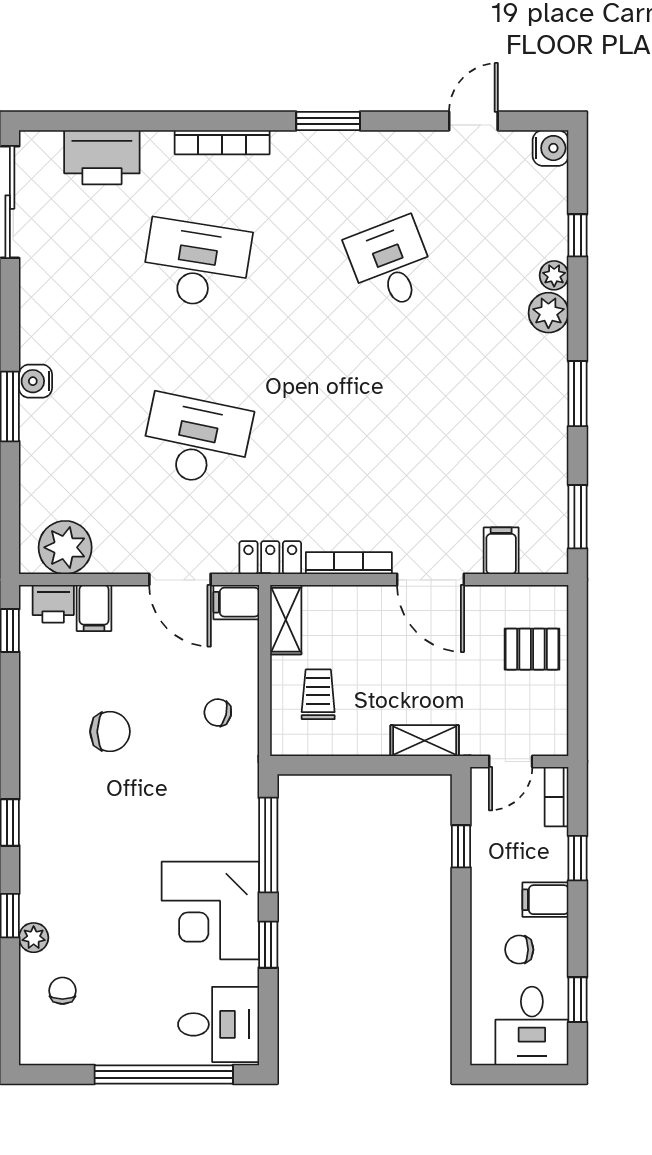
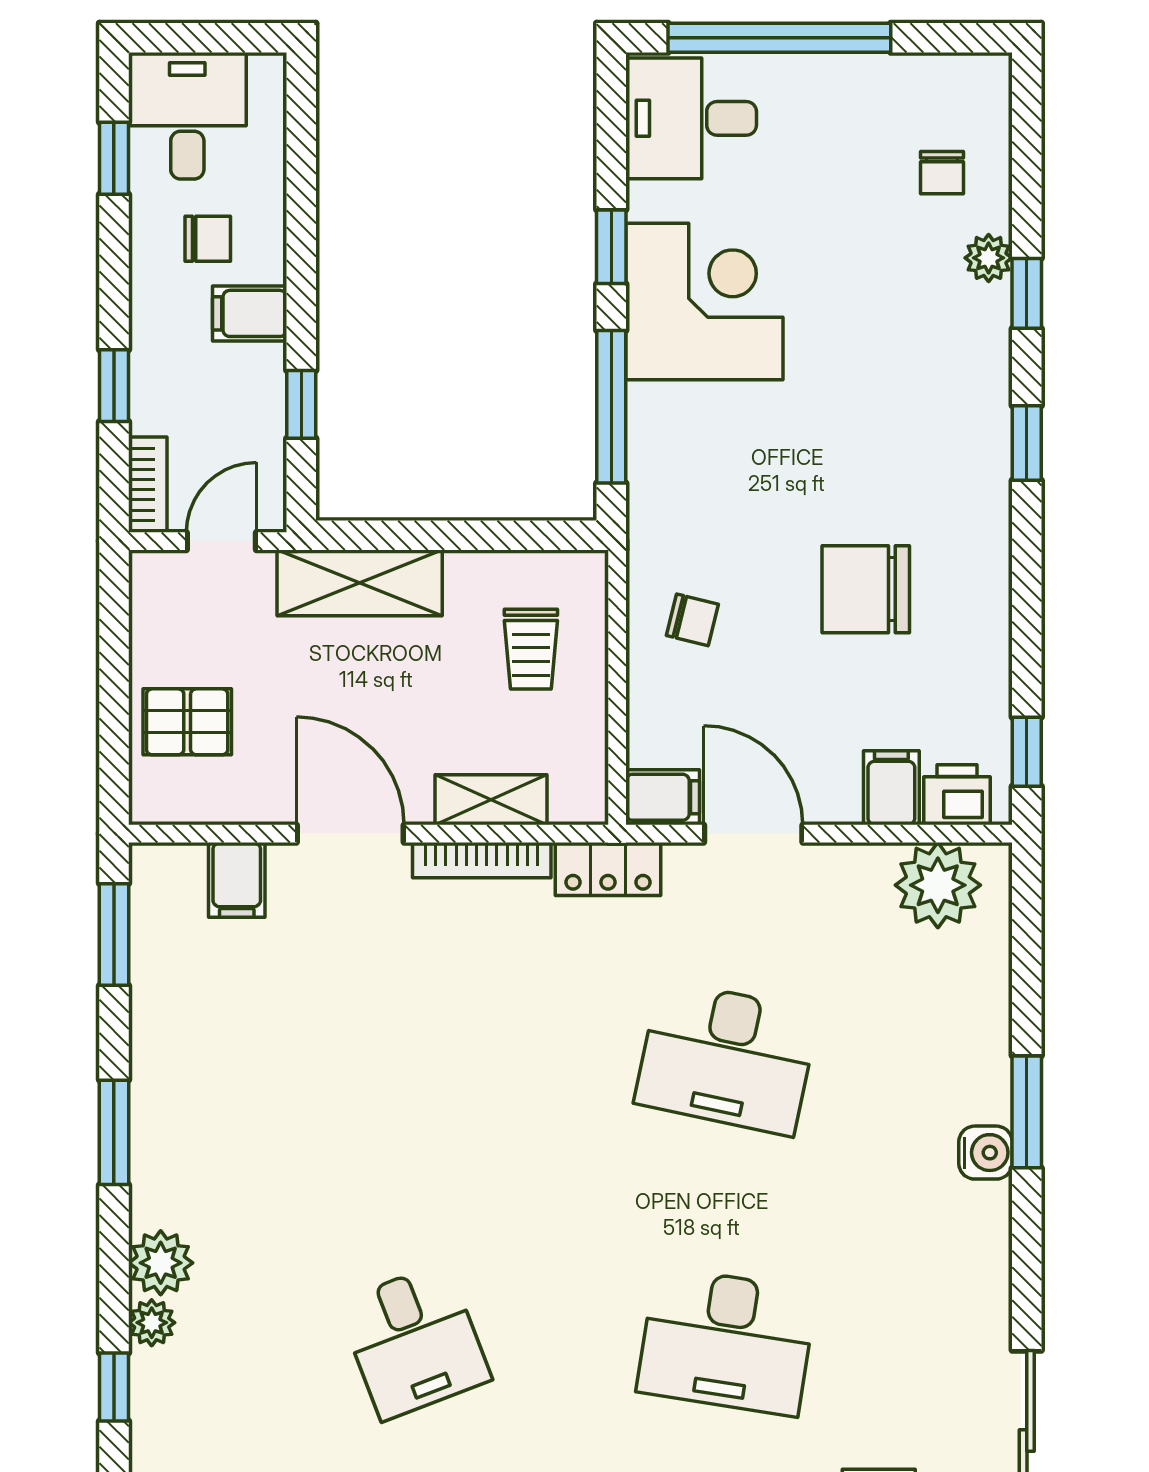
shelving: (286, 620) -> (491, 800), moved, turned 90
chair: (110, 732) -> (866, 589), width x1.37, depth x1.37
shelving: (425, 741) -> (360, 583), width x1.50, depth x1.33
filing cabinet: (545, 900) -> (250, 313), moved, turned 180

